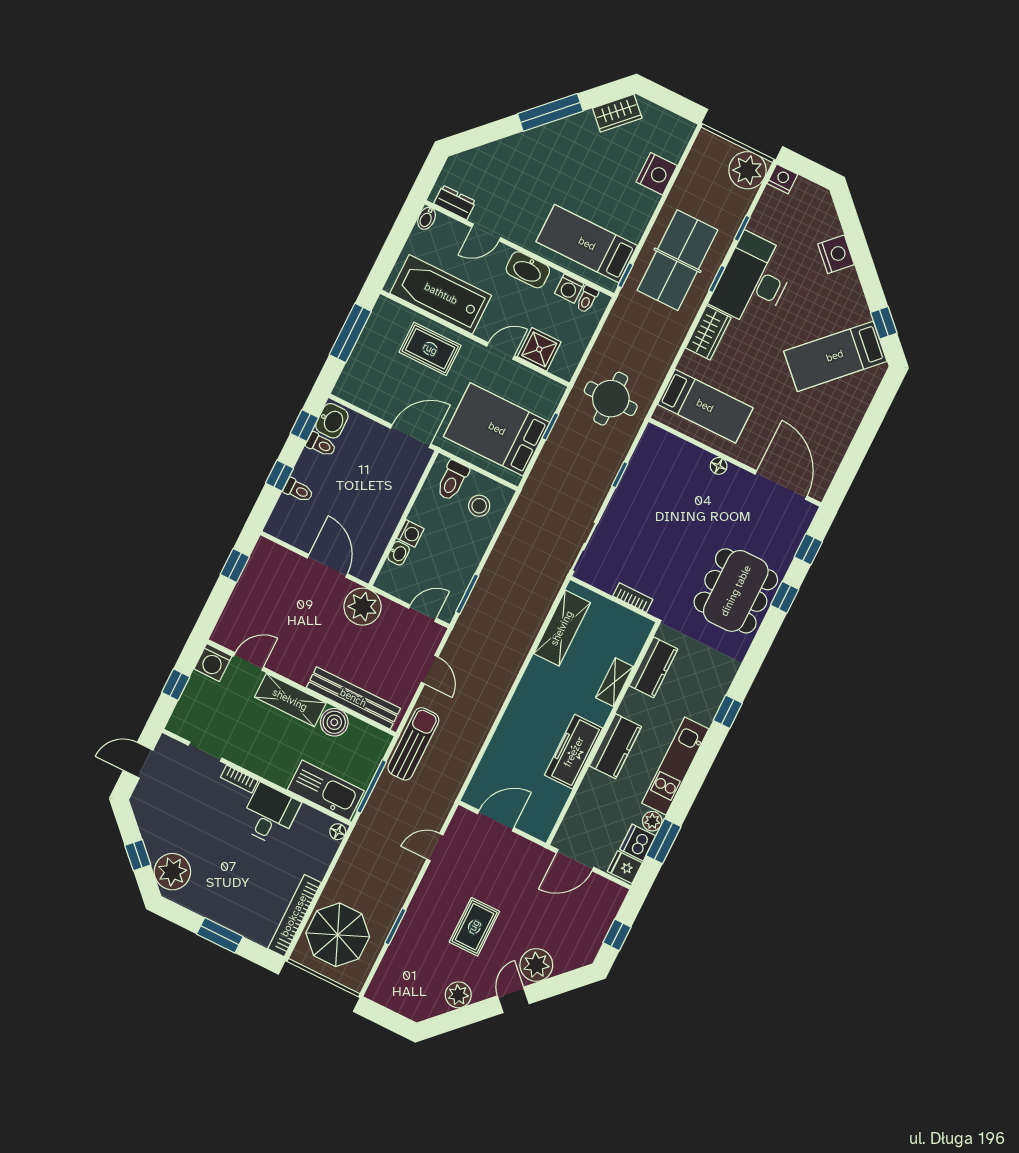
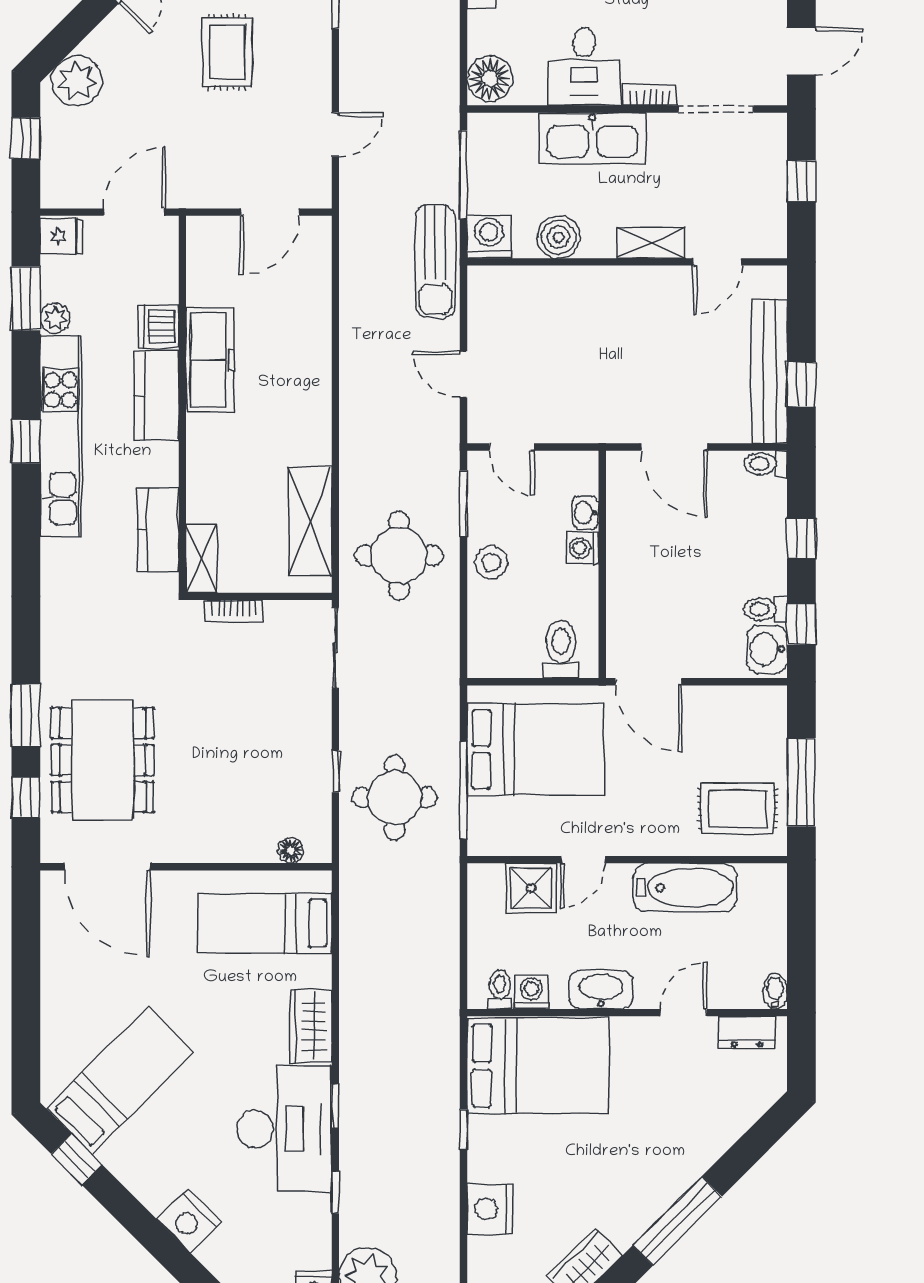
bed: (587, 244) -> (538, 1066), width x1.50
table tennis table: (677, 260) -> (402, 1105), removed
window: (625, 275) -> (463, 1130), moved
bathtub: (441, 294) -> (685, 888), width x0.73, depth x0.73
rug: (430, 349) -> (738, 809), moved
round table: (611, 399) -> (395, 797), moved
window: (550, 426) -> (463, 790), width x2.17
door: (411, 436) -> (649, 682), hinge flipped
floor lamp: (719, 466) -> (291, 850), moved
toilet: (298, 490) -> (766, 464), moved
stool: (479, 506) -> (491, 562), moved
round table: (520, 582) -> (399, 556), added
dining table: (736, 591) -> (103, 760), moved
window: (785, 597) -> (26, 715), width x1.50
plant: (363, 607) -> (598, 415), removed
door: (423, 613) -> (512, 447), hinge flipped
washing machine: (213, 662) -> (489, 237), moved
shelving: (614, 682) -> (201, 558), moved
bench: (353, 698) -> (769, 371), moved, turned 90
shelving: (290, 700) -> (651, 243), width x0.67, depth x0.75
window: (728, 712) -> (26, 441), moved
doorway: (205, 752) -> (716, 109), width x1.38
kitchen unit: (675, 766) -> (61, 436), width x1.36
kitchen sink: (326, 790) -> (592, 138), moved
floor lamp: (338, 832) -> (490, 79), width x1.89, depth x1.89
dishwasher: (638, 843) -> (159, 326), moved, turned 180
plant: (536, 965) -> (77, 81), moved

